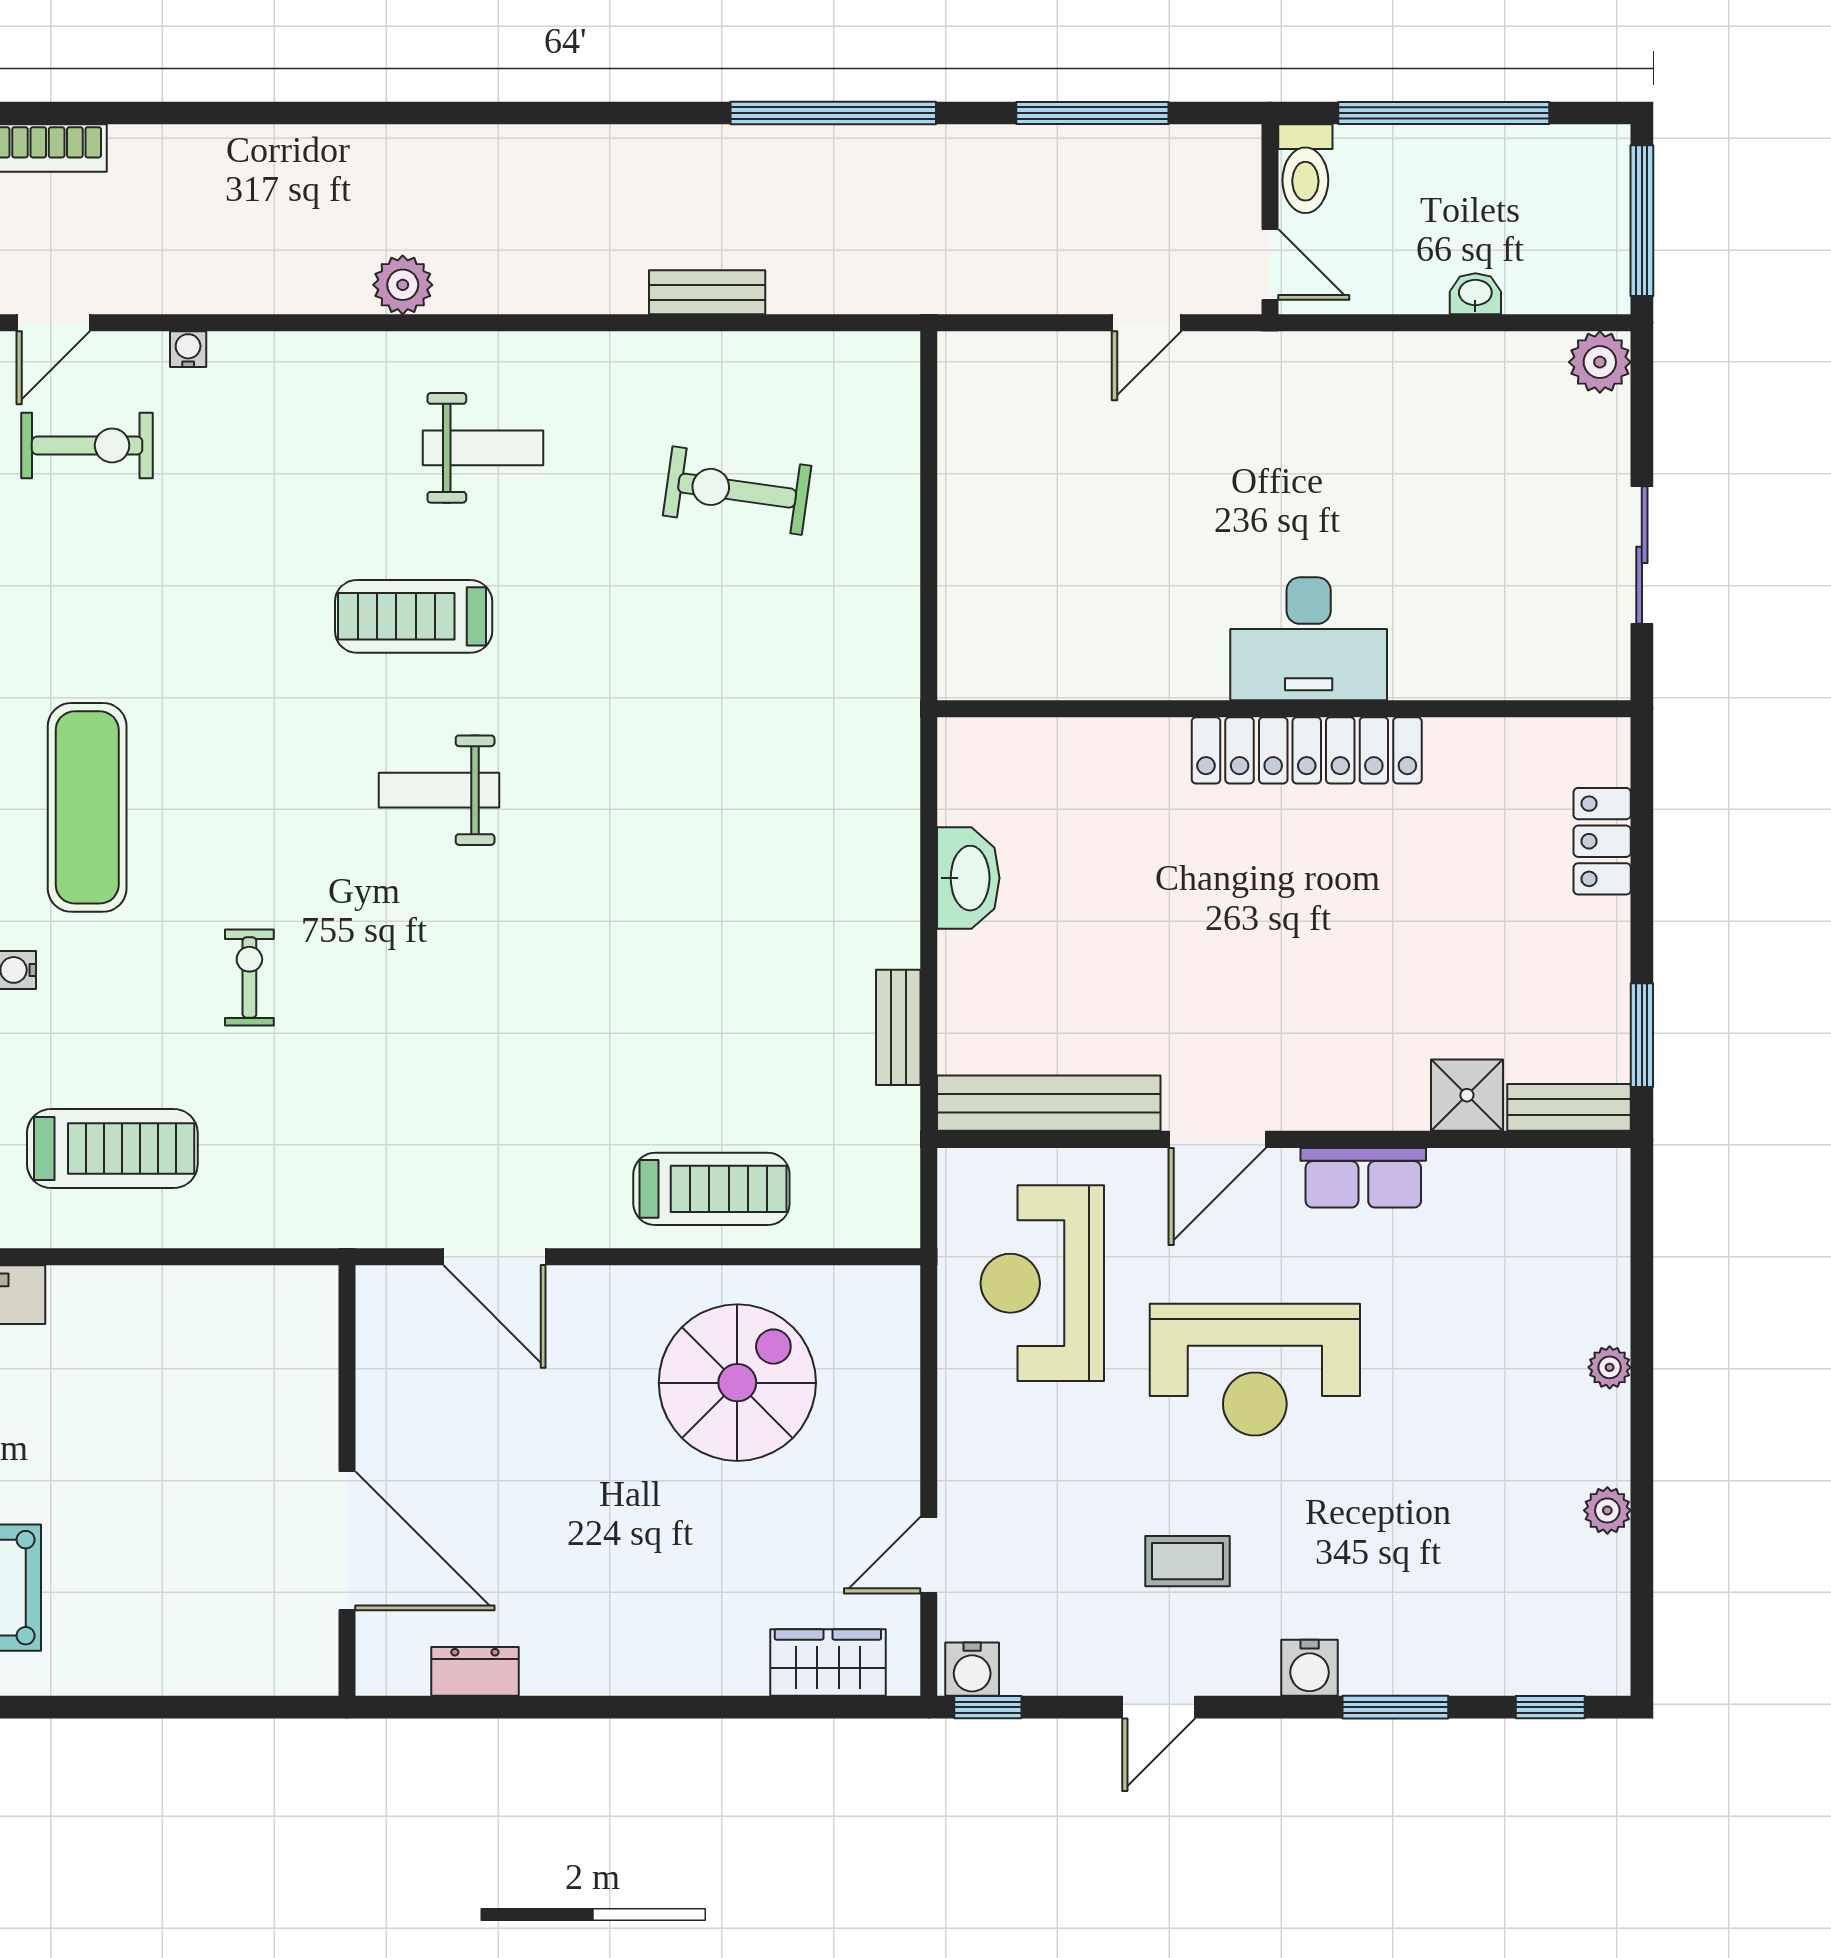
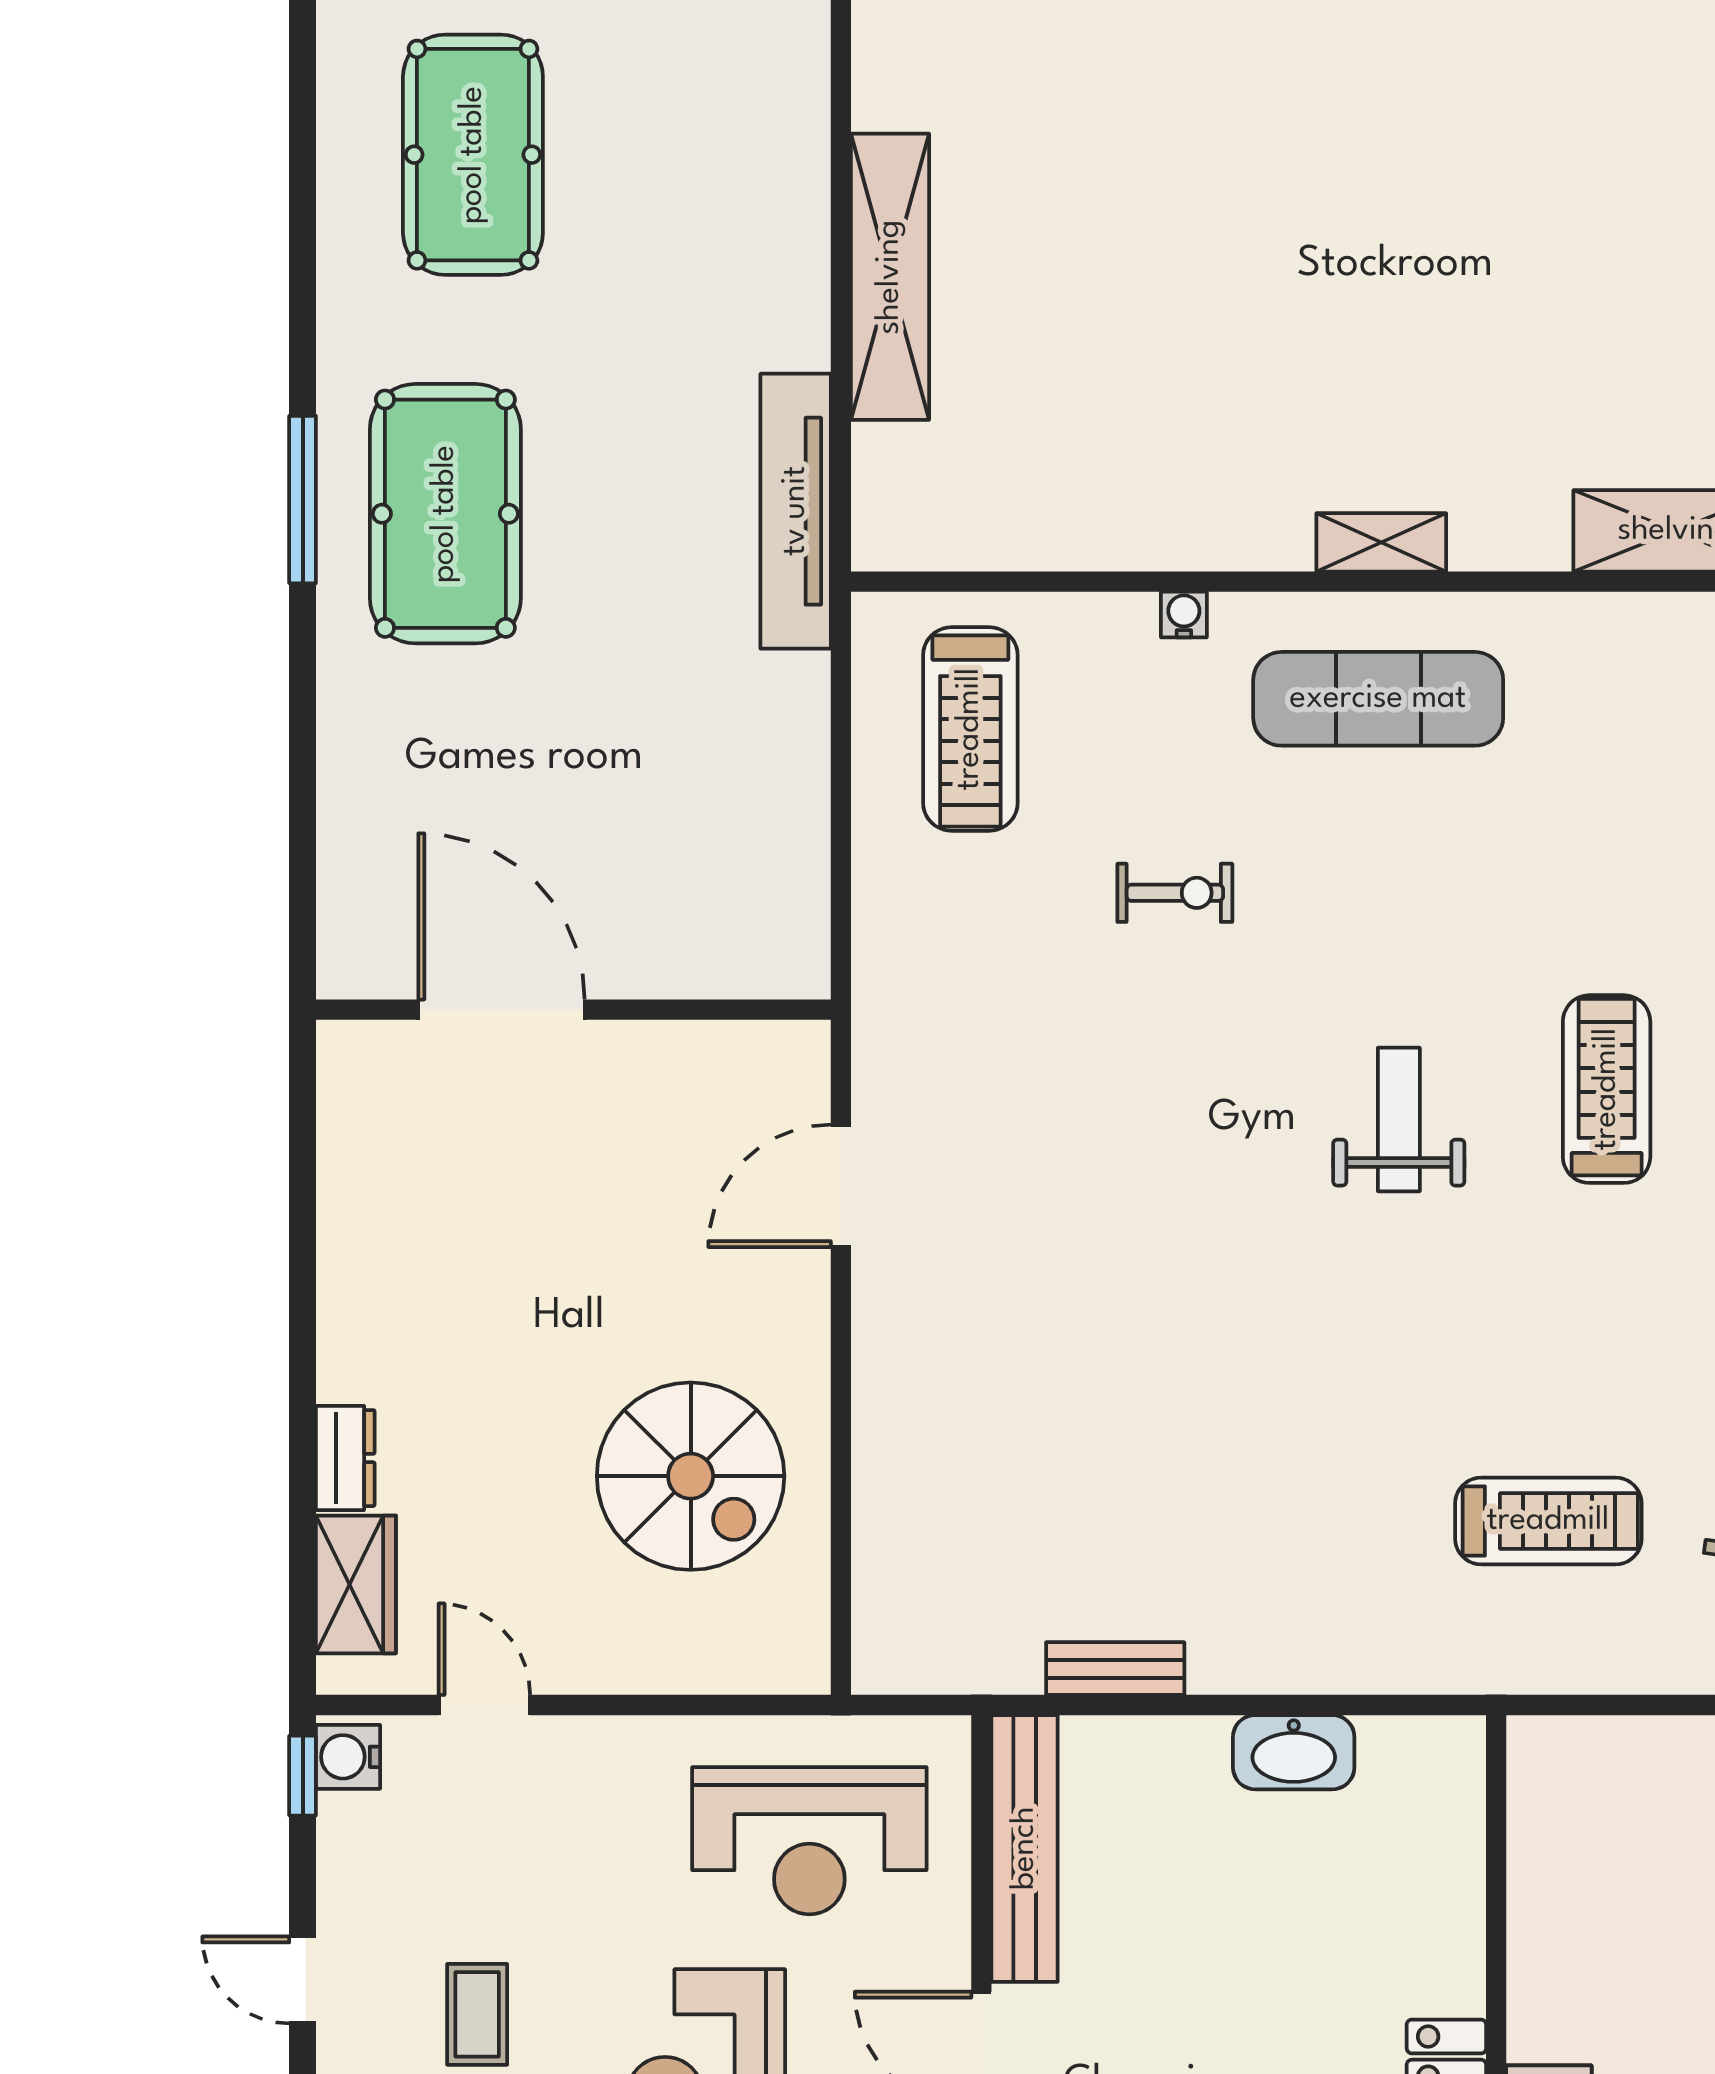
treadmill: (711, 1189) -> (1548, 1521), moved, turned -90
reception desk: (1042, 1283) -> (809, 1841), turned 180
door: (347, 1541) -> (501, 1010), swing flipped
dresser: (475, 1671) -> (345, 1458), moved

